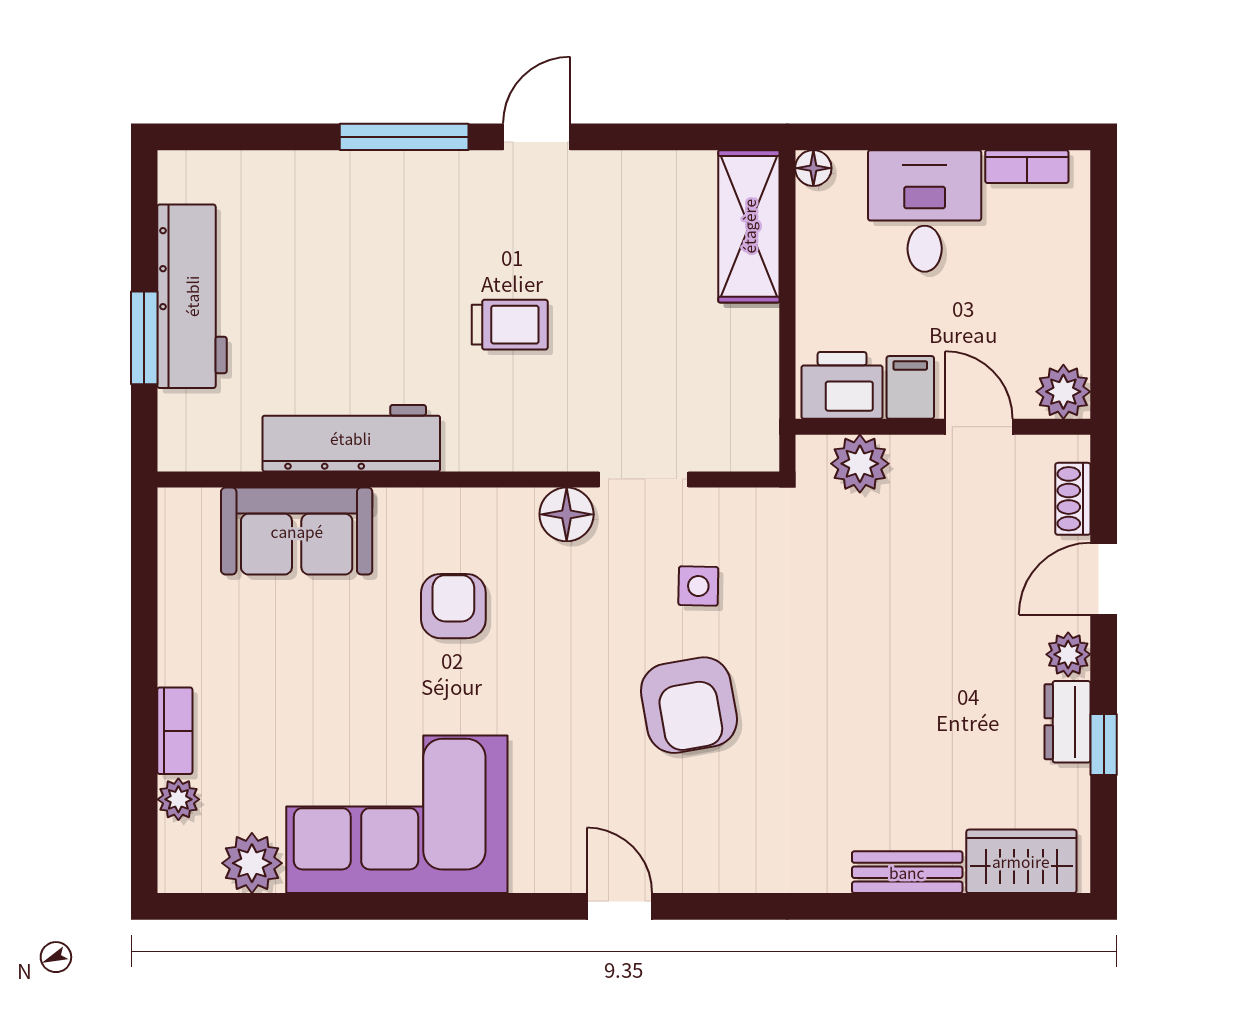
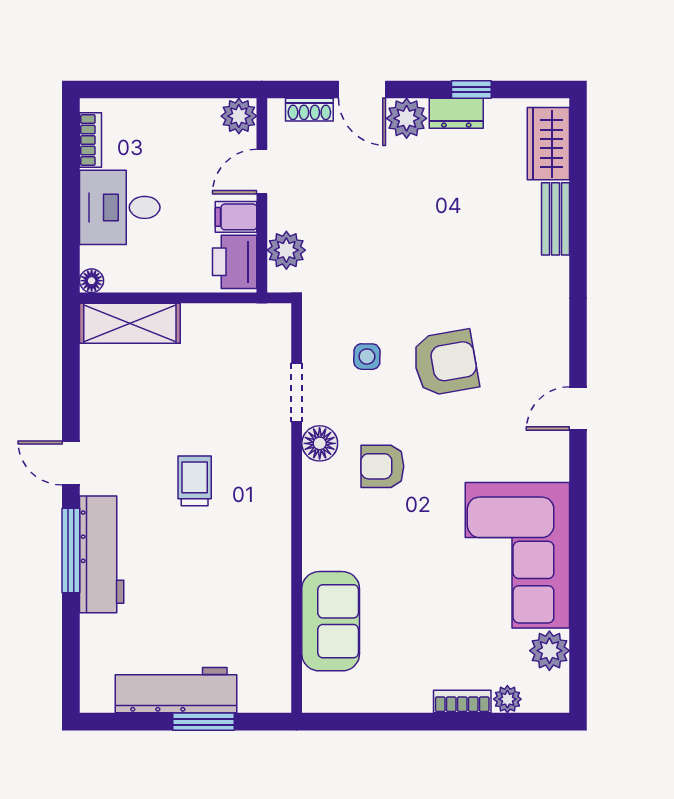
workbench: (351, 438) -> (102, 554), moved, turned 180
armchair: (453, 606) -> (382, 466), moved
plant: (1068, 654) -> (407, 118), width x1.38, depth x1.38

